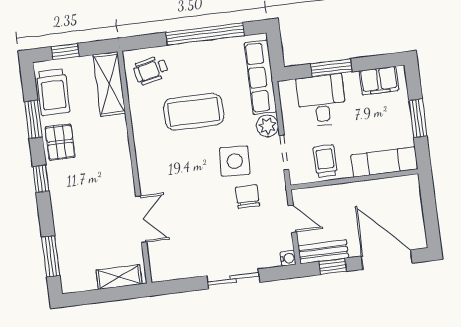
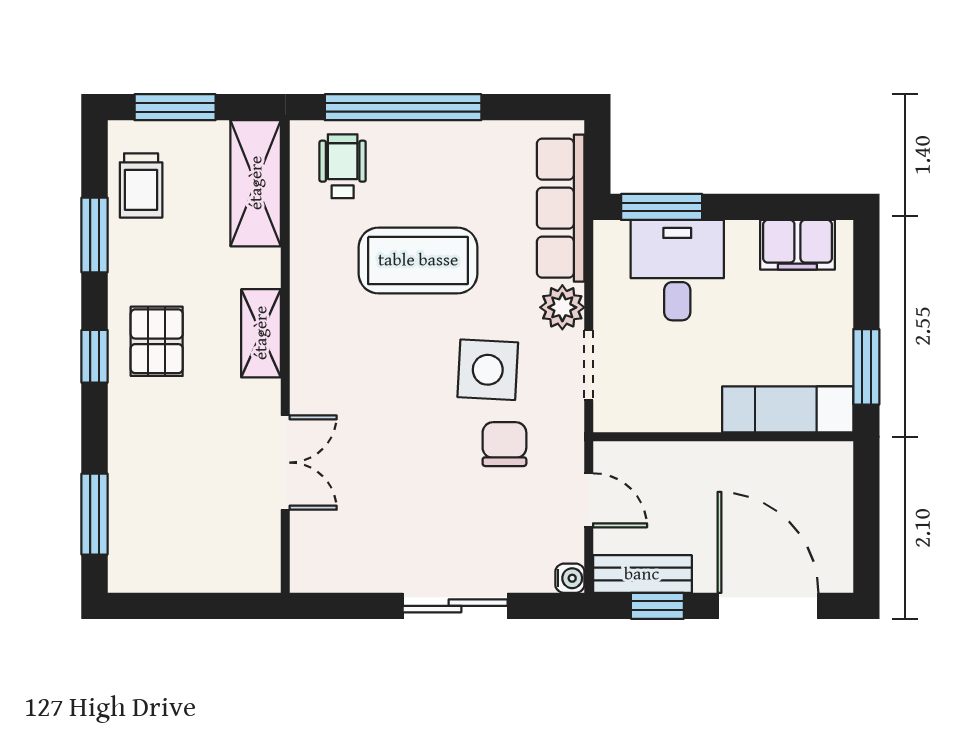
window: (205, 34) -> (403, 107), moved
window: (65, 52) -> (175, 107), width x1.50
window: (331, 68) -> (662, 207), moved
wheelchair: (151, 70) -> (343, 166), turned 102
trolley: (53, 92) -> (141, 185), width x0.73, depth x0.72
window: (418, 118) -> (866, 367), moved
pallet: (60, 142) -> (157, 341), moved
trolley: (325, 161) -> (669, 393), removed
shelving: (119, 277) -> (261, 333), moved, turned 90

